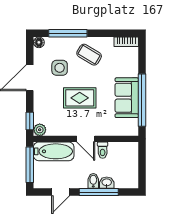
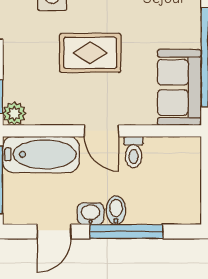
sofa: (127, 98) -> (179, 87), moved
washbasin: (107, 183) -> (91, 214), moved

